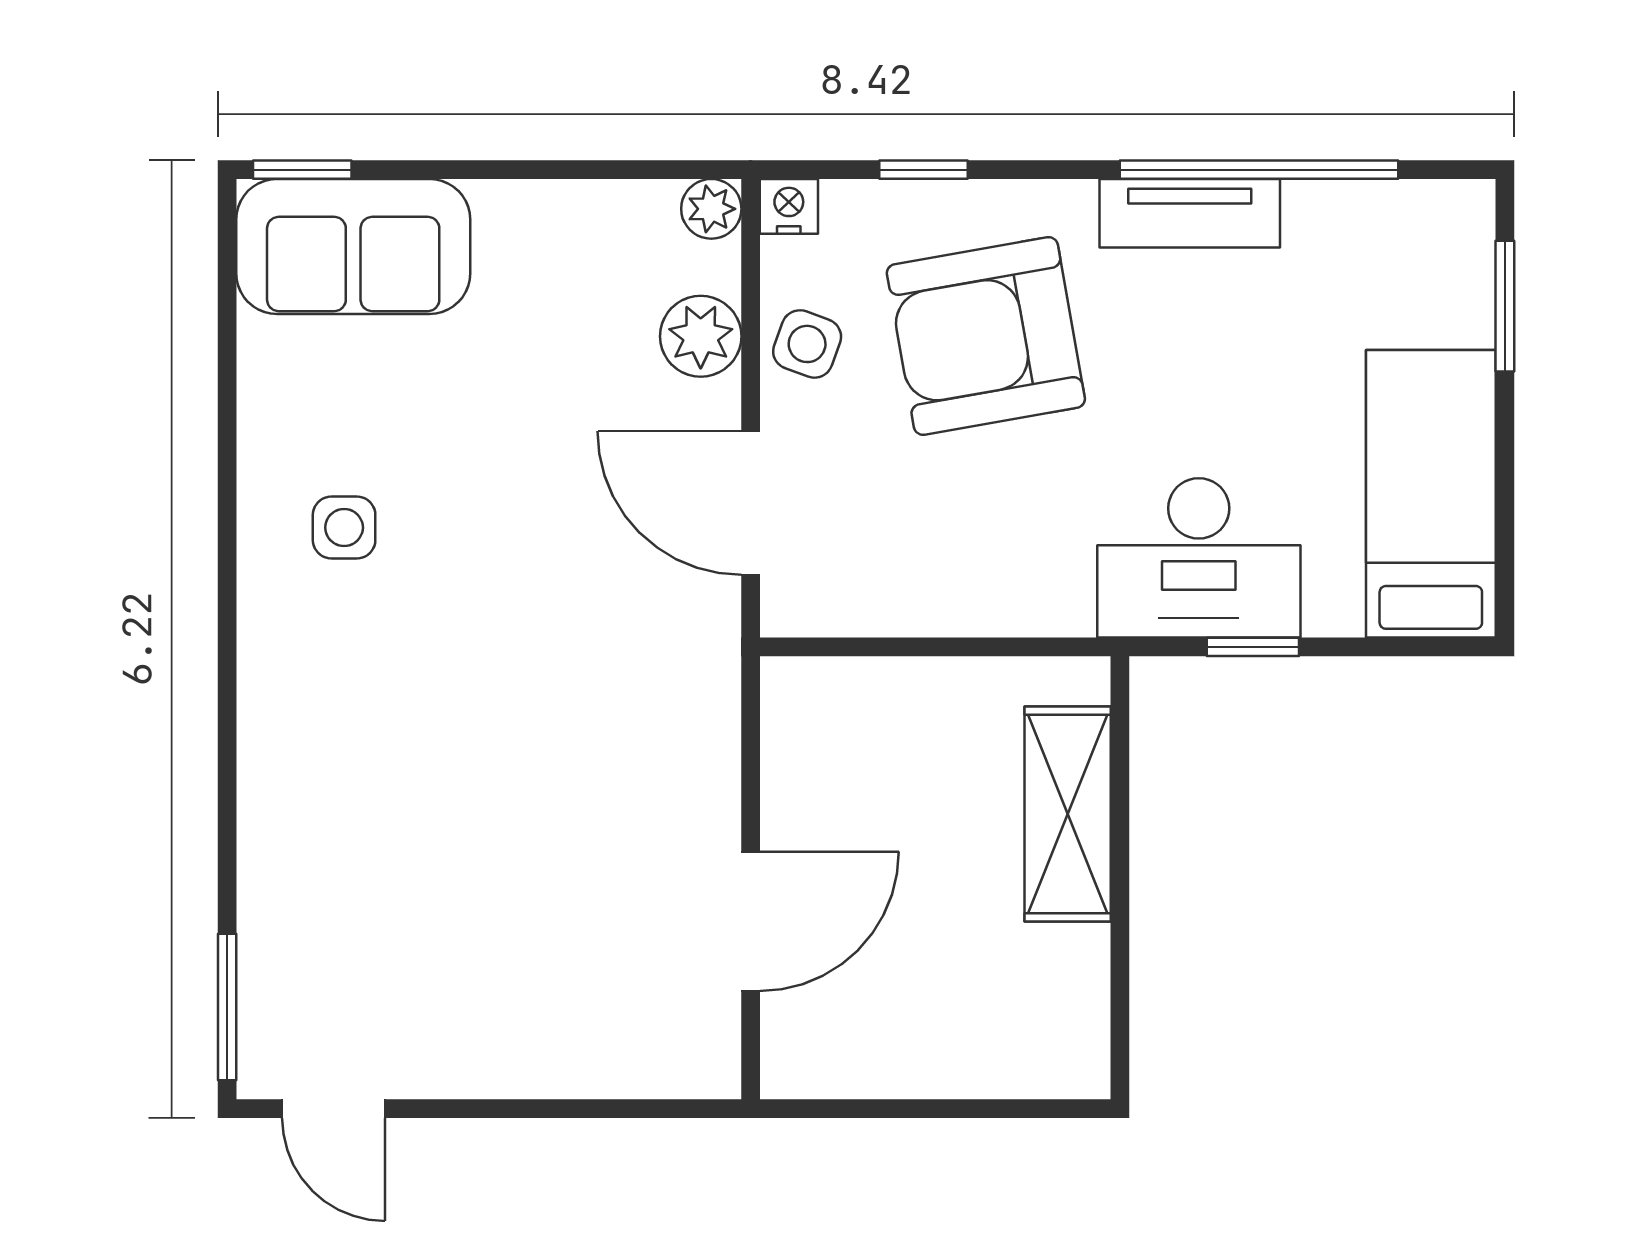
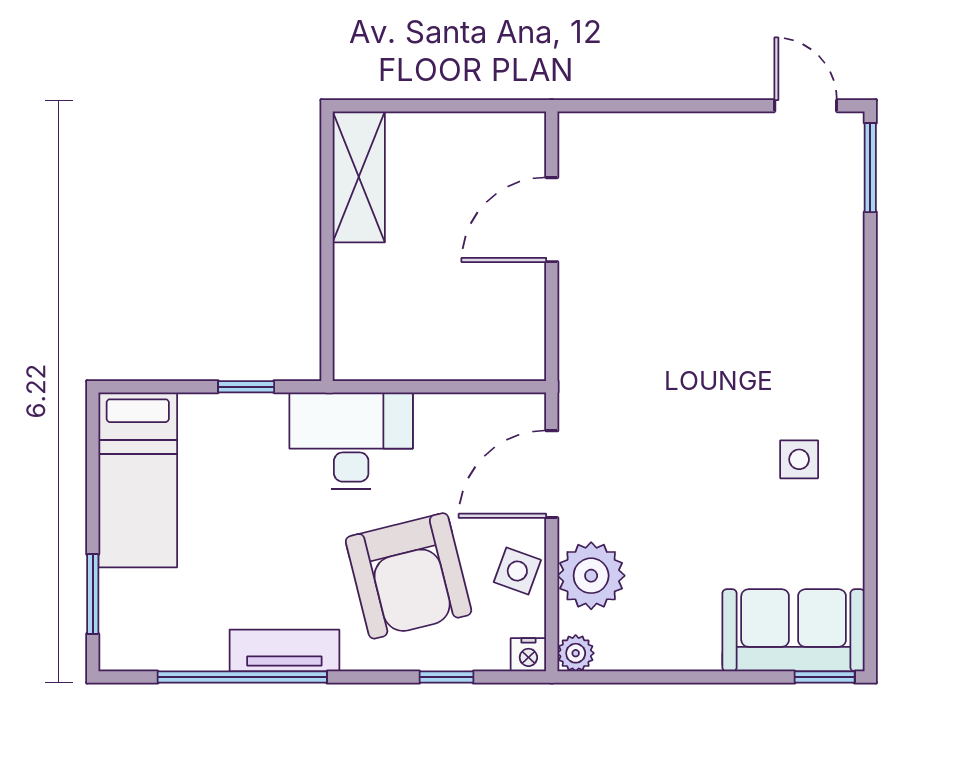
plant: (701, 336) -> (591, 576), width x1.36, depth x1.36
armchair: (986, 336) -> (409, 576), turned 86
door: (751, 503) -> (552, 474), swing flipped
desk: (1199, 558) -> (351, 441), moved
shelving: (1068, 814) -> (359, 177), moved

